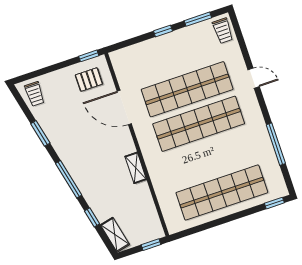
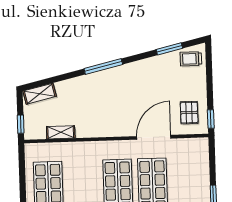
window: (40, 133) -> (169, 49), moved
shelving: (136, 168) -> (61, 132), moved
window: (92, 217) -> (62, 78), removed

